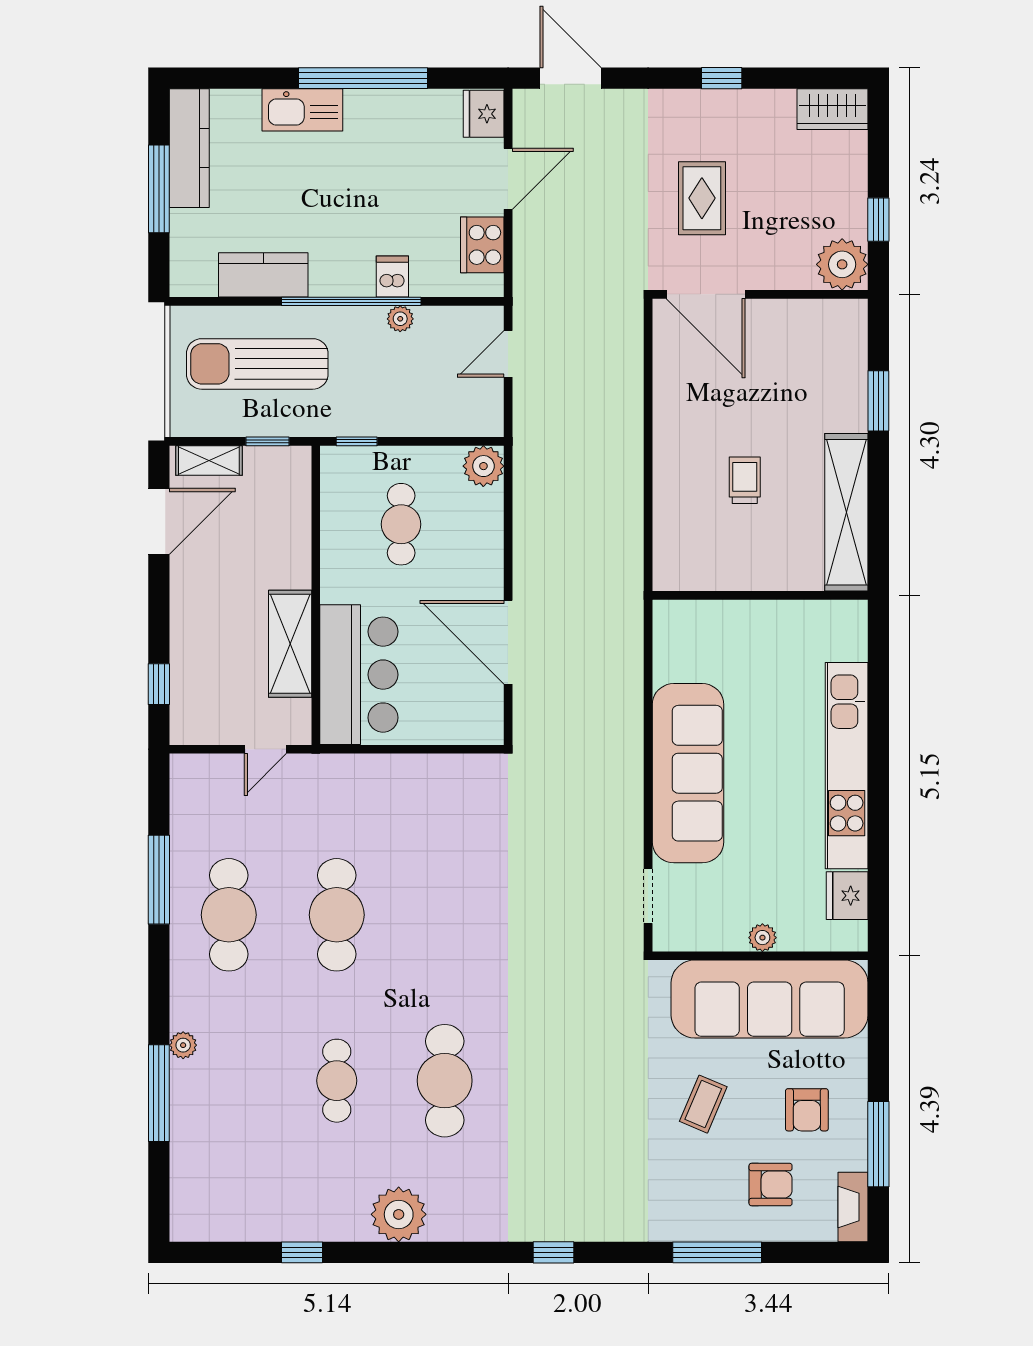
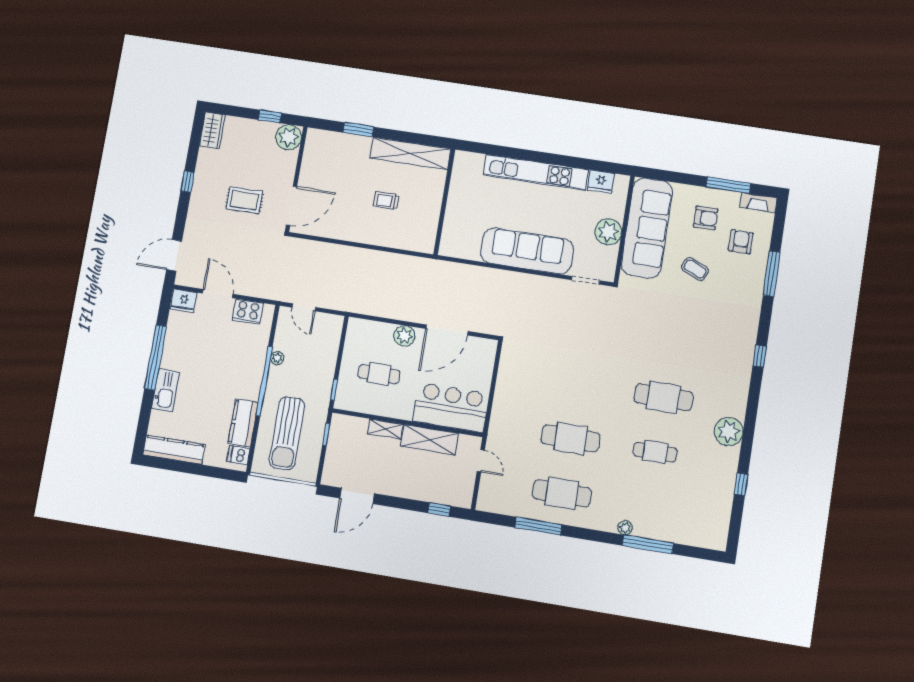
window: (159, 189) -> (191, 468), removed
dishwasher: (392, 276) -> (238, 455), moved
shelving: (209, 460) -> (385, 429), moved, turned 90
plant: (483, 466) -> (404, 336), moved
door: (159, 521) -> (357, 496), swing flipped
plant: (762, 938) -> (608, 232), width x1.88, depth x1.88

